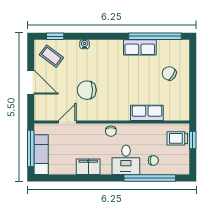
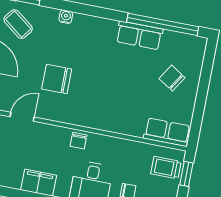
row of seats: (147, 113) -> (167, 132), moved

